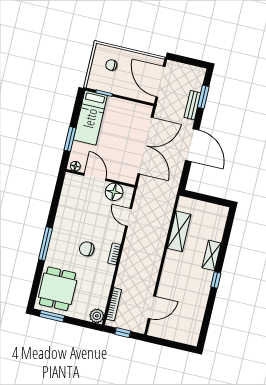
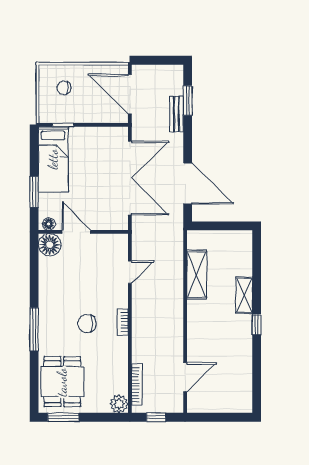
door: (192, 145) -> (188, 183), moved
floor lamp: (114, 192) -> (50, 245), moved
door: (129, 217) -> (130, 272), swing flipped

